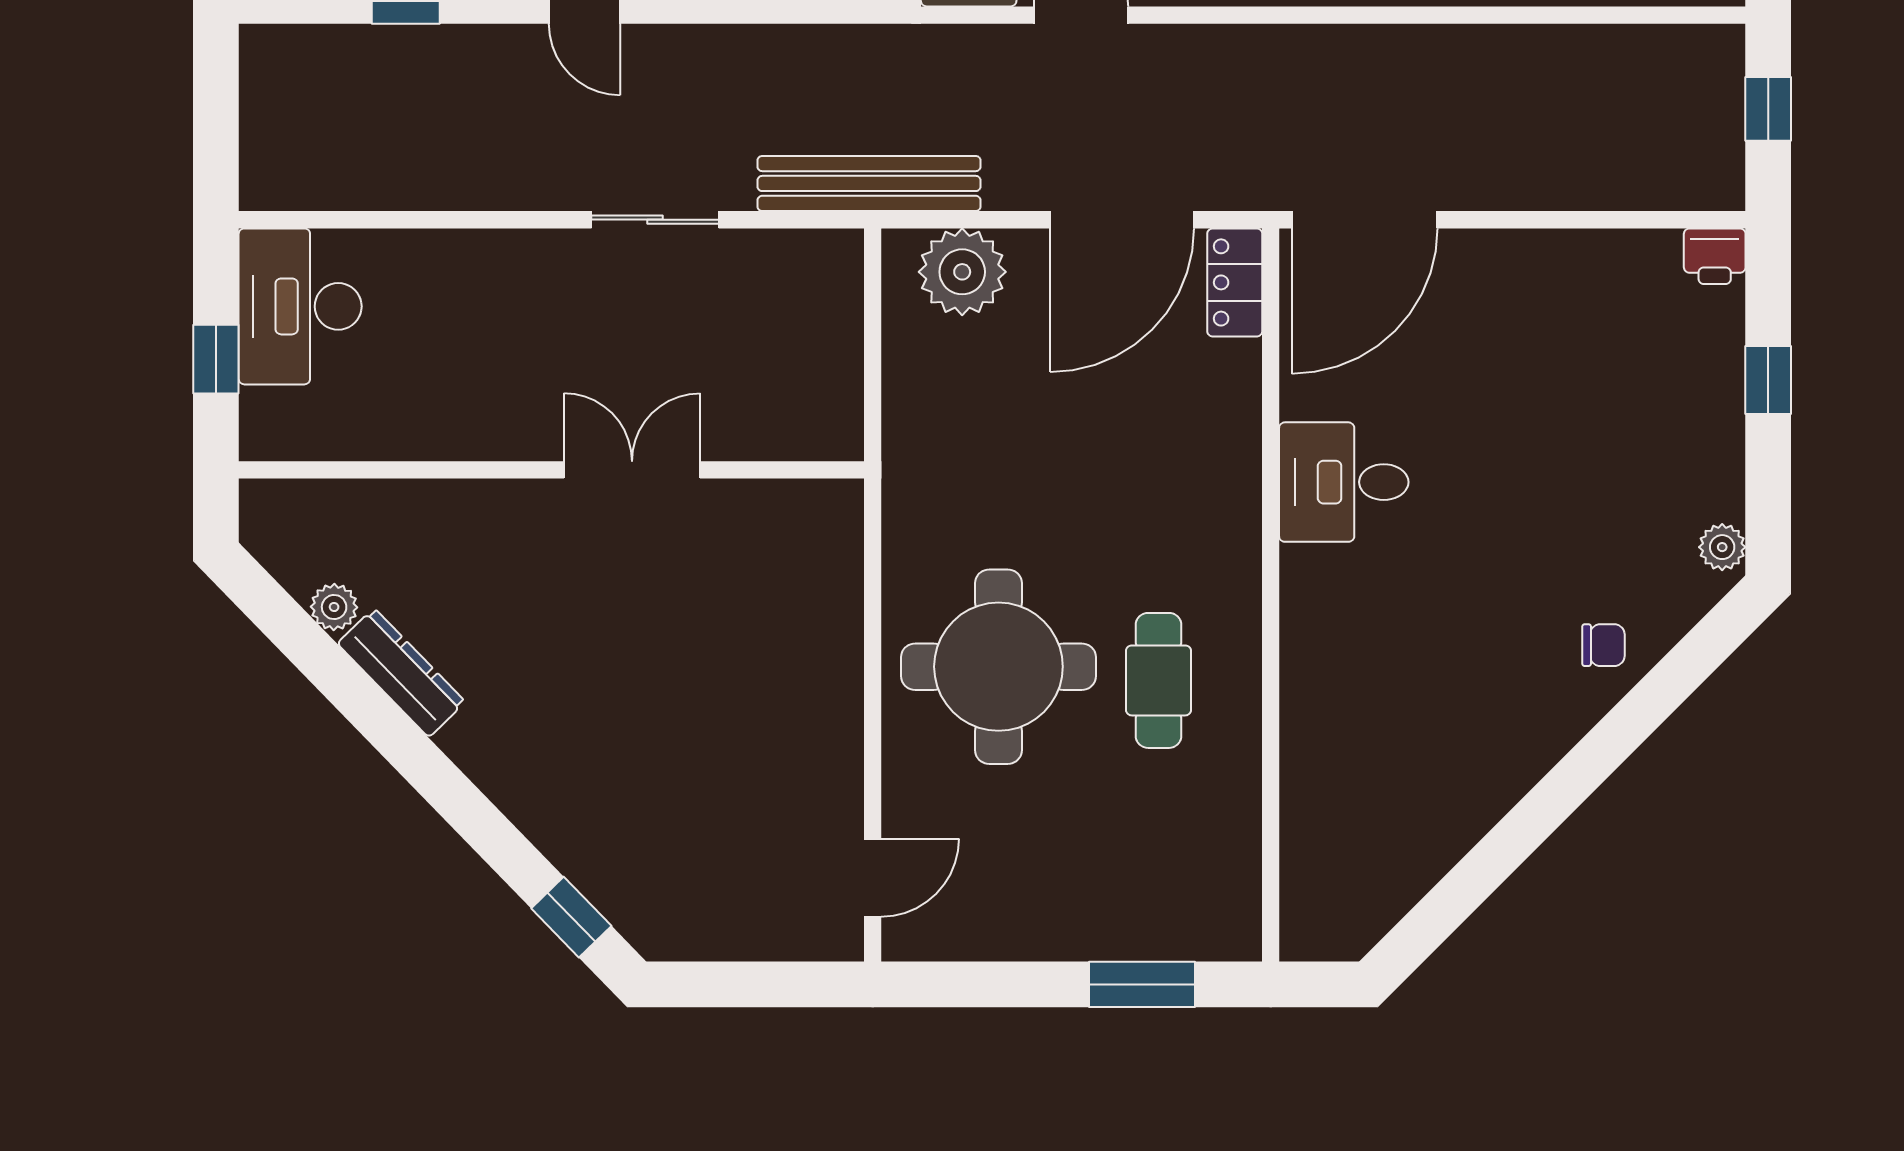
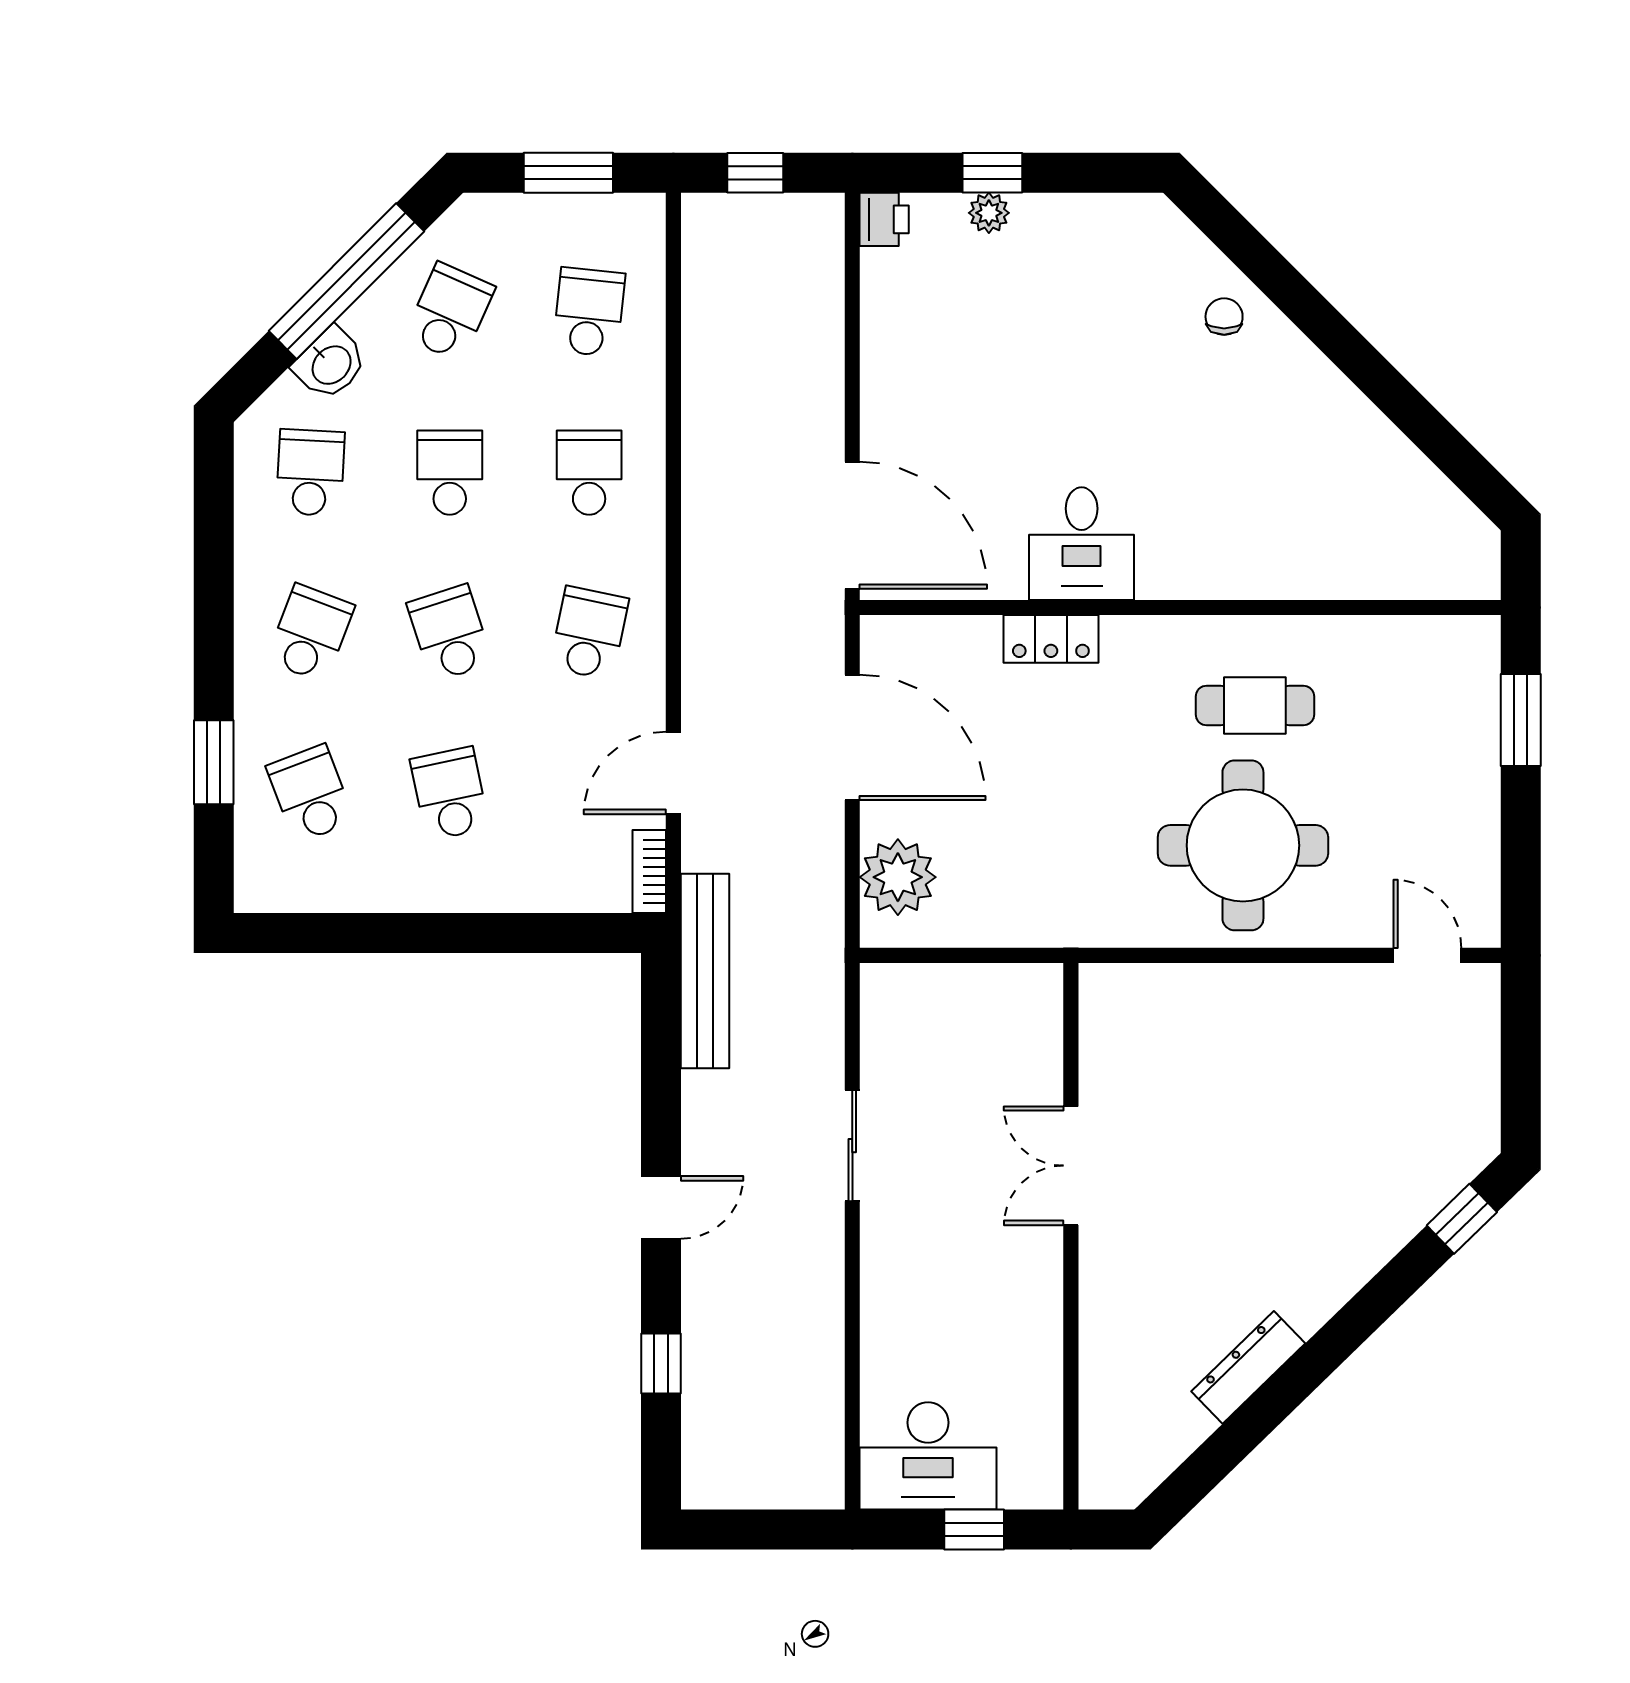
bench: (869, 183) -> (705, 971), moved
locker: (1235, 282) -> (1051, 639), moved
plant: (1722, 547) -> (989, 213), moved
plant: (334, 607) -> (1191, 1426), removed

